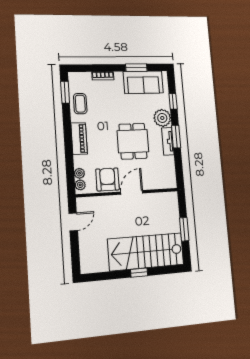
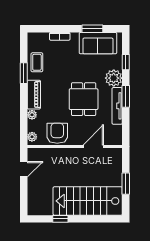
window: (65, 92) -> (24, 73), moved
tv unit: (168, 141) -> (117, 106), width x1.41
plant: (79, 173) -> (32, 115), moved
door: (132, 192) -> (93, 146), moved
window: (139, 273) -> (60, 219), moved

